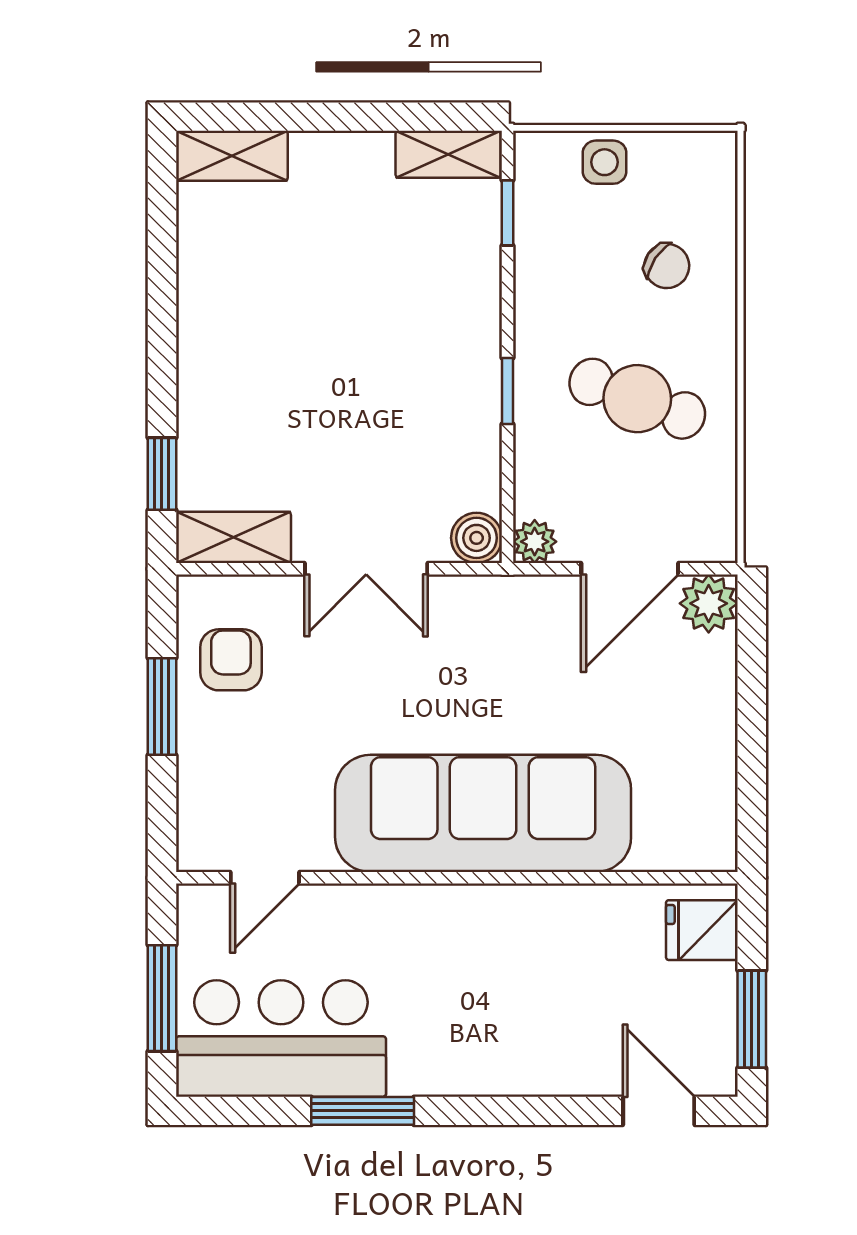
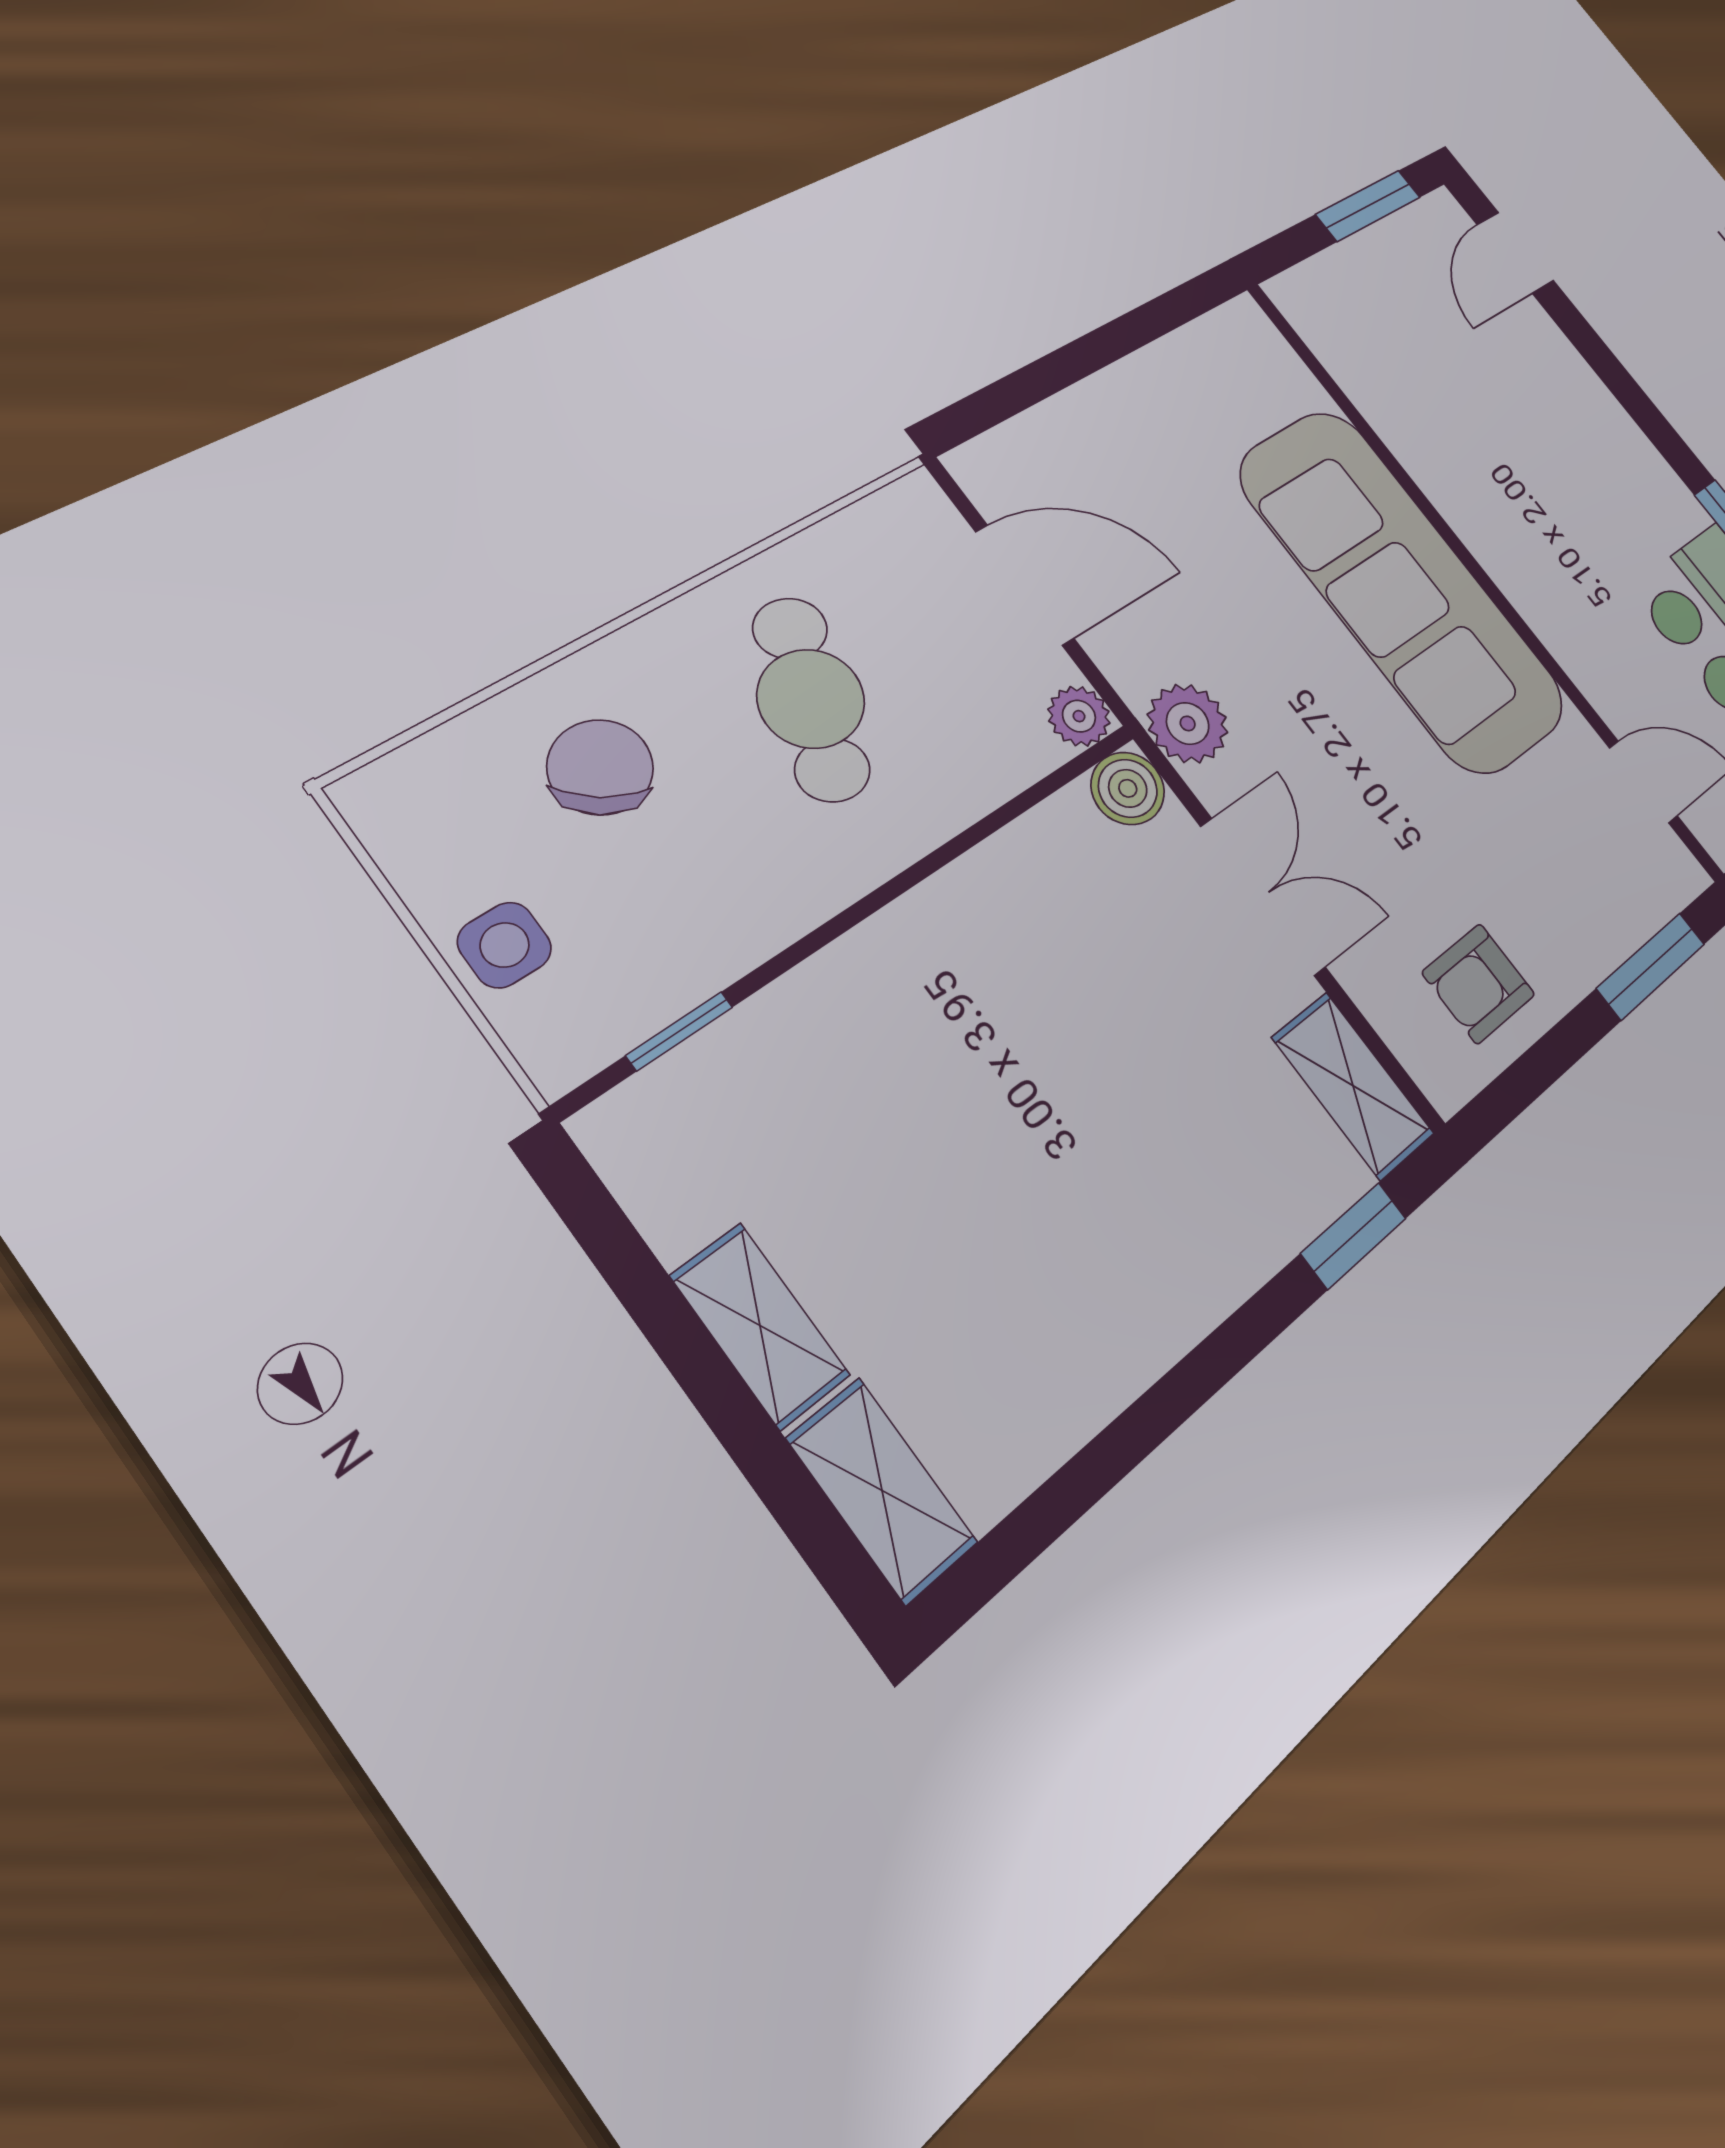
shelving: (448, 154) -> (760, 1326), moved
chair: (667, 266) -> (600, 767), width x1.37, depth x1.37
window: (507, 391) -> (923, 869), removed
plant: (709, 603) -> (1188, 723), moved
window: (162, 706) -> (1651, 966), moved
fridge: (702, 930) -> (1329, 297), removed

